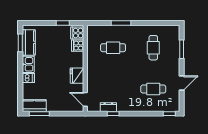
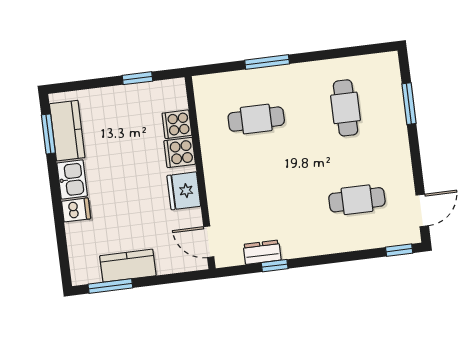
cooker: (77, 33) -> (180, 152), moved
door: (182, 83) -> (422, 210), moved
kitchen counter: (34, 106) -> (128, 266), moved

